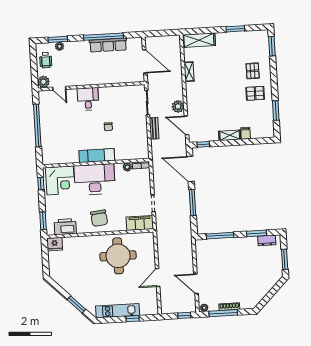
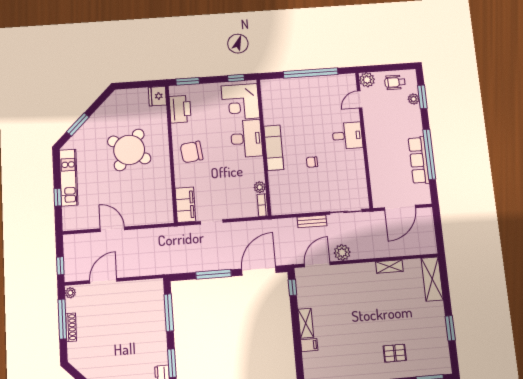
pallet: (255, 93) -> (364, 357), removed
desk: (95, 179) -> (246, 138), width x0.73, depth x0.77
round table: (118, 256) -> (129, 150), moved, turned 33

